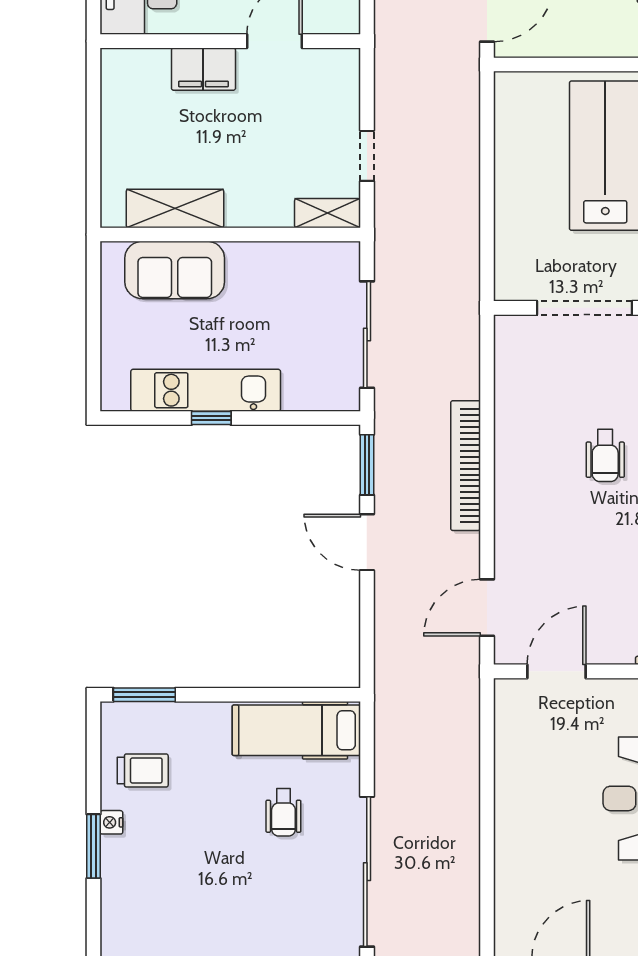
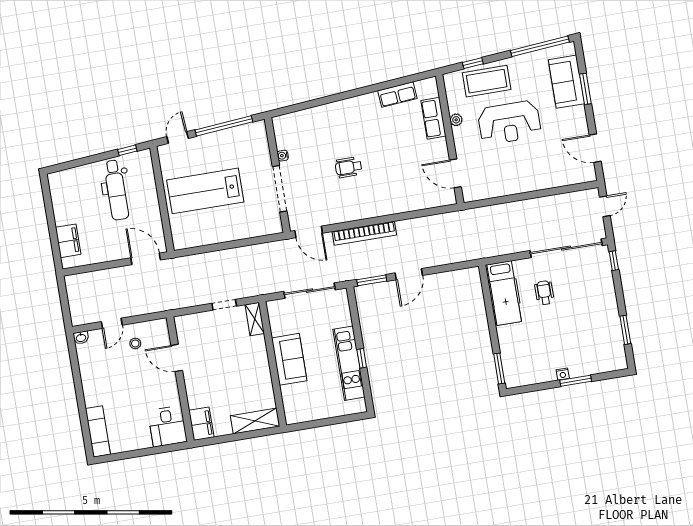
filing cabinet: (203, 69) -> (201, 424), moved
shelving: (175, 208) -> (255, 421), moved, turned 90
sofa: (175, 270) -> (289, 359), moved
wheelchair: (605, 456) -> (349, 167), turned 180
door: (487, 608) -> (309, 232), moved
trolley: (143, 770) -> (535, 363), removed
wheelchair: (283, 812) -> (544, 293), turned -90

